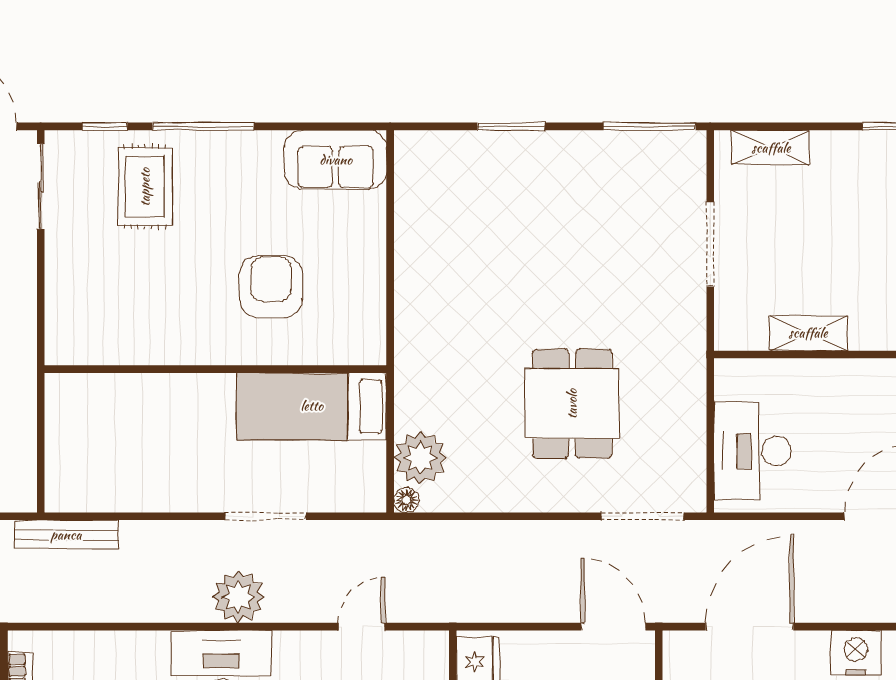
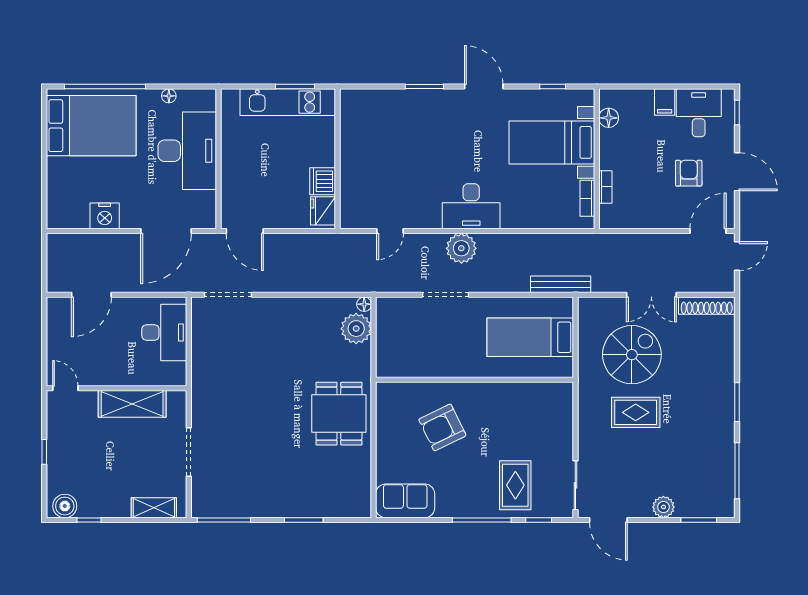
armchair: (271, 287) -> (442, 427), turned 64
shelving: (808, 333) -> (132, 404), width x1.50, depth x1.33
dining table: (572, 404) -> (339, 414), moved
bed: (312, 406) -> (530, 337), moved, turned 180

